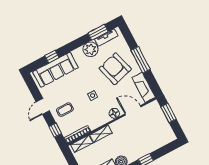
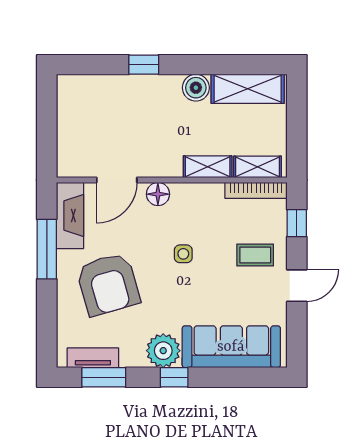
plant: (91, 49) -> (163, 351), moved
window: (52, 57) -> (174, 377), moved
window: (140, 60) -> (47, 249), moved
door: (133, 110) -> (117, 180), hinge flipped
window: (169, 113) -> (47, 136), removed

